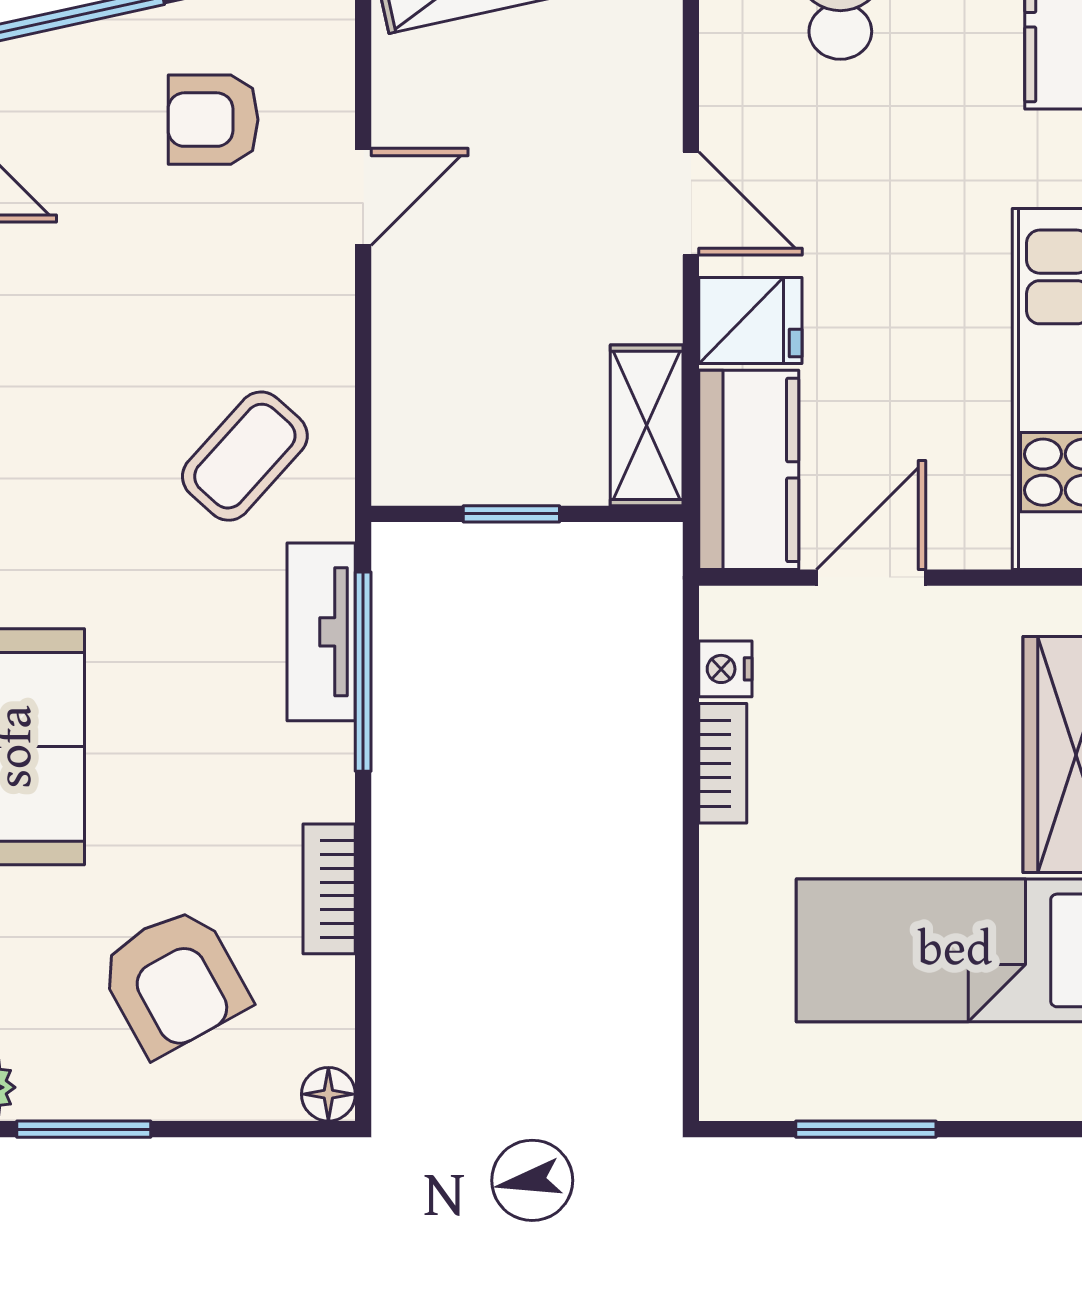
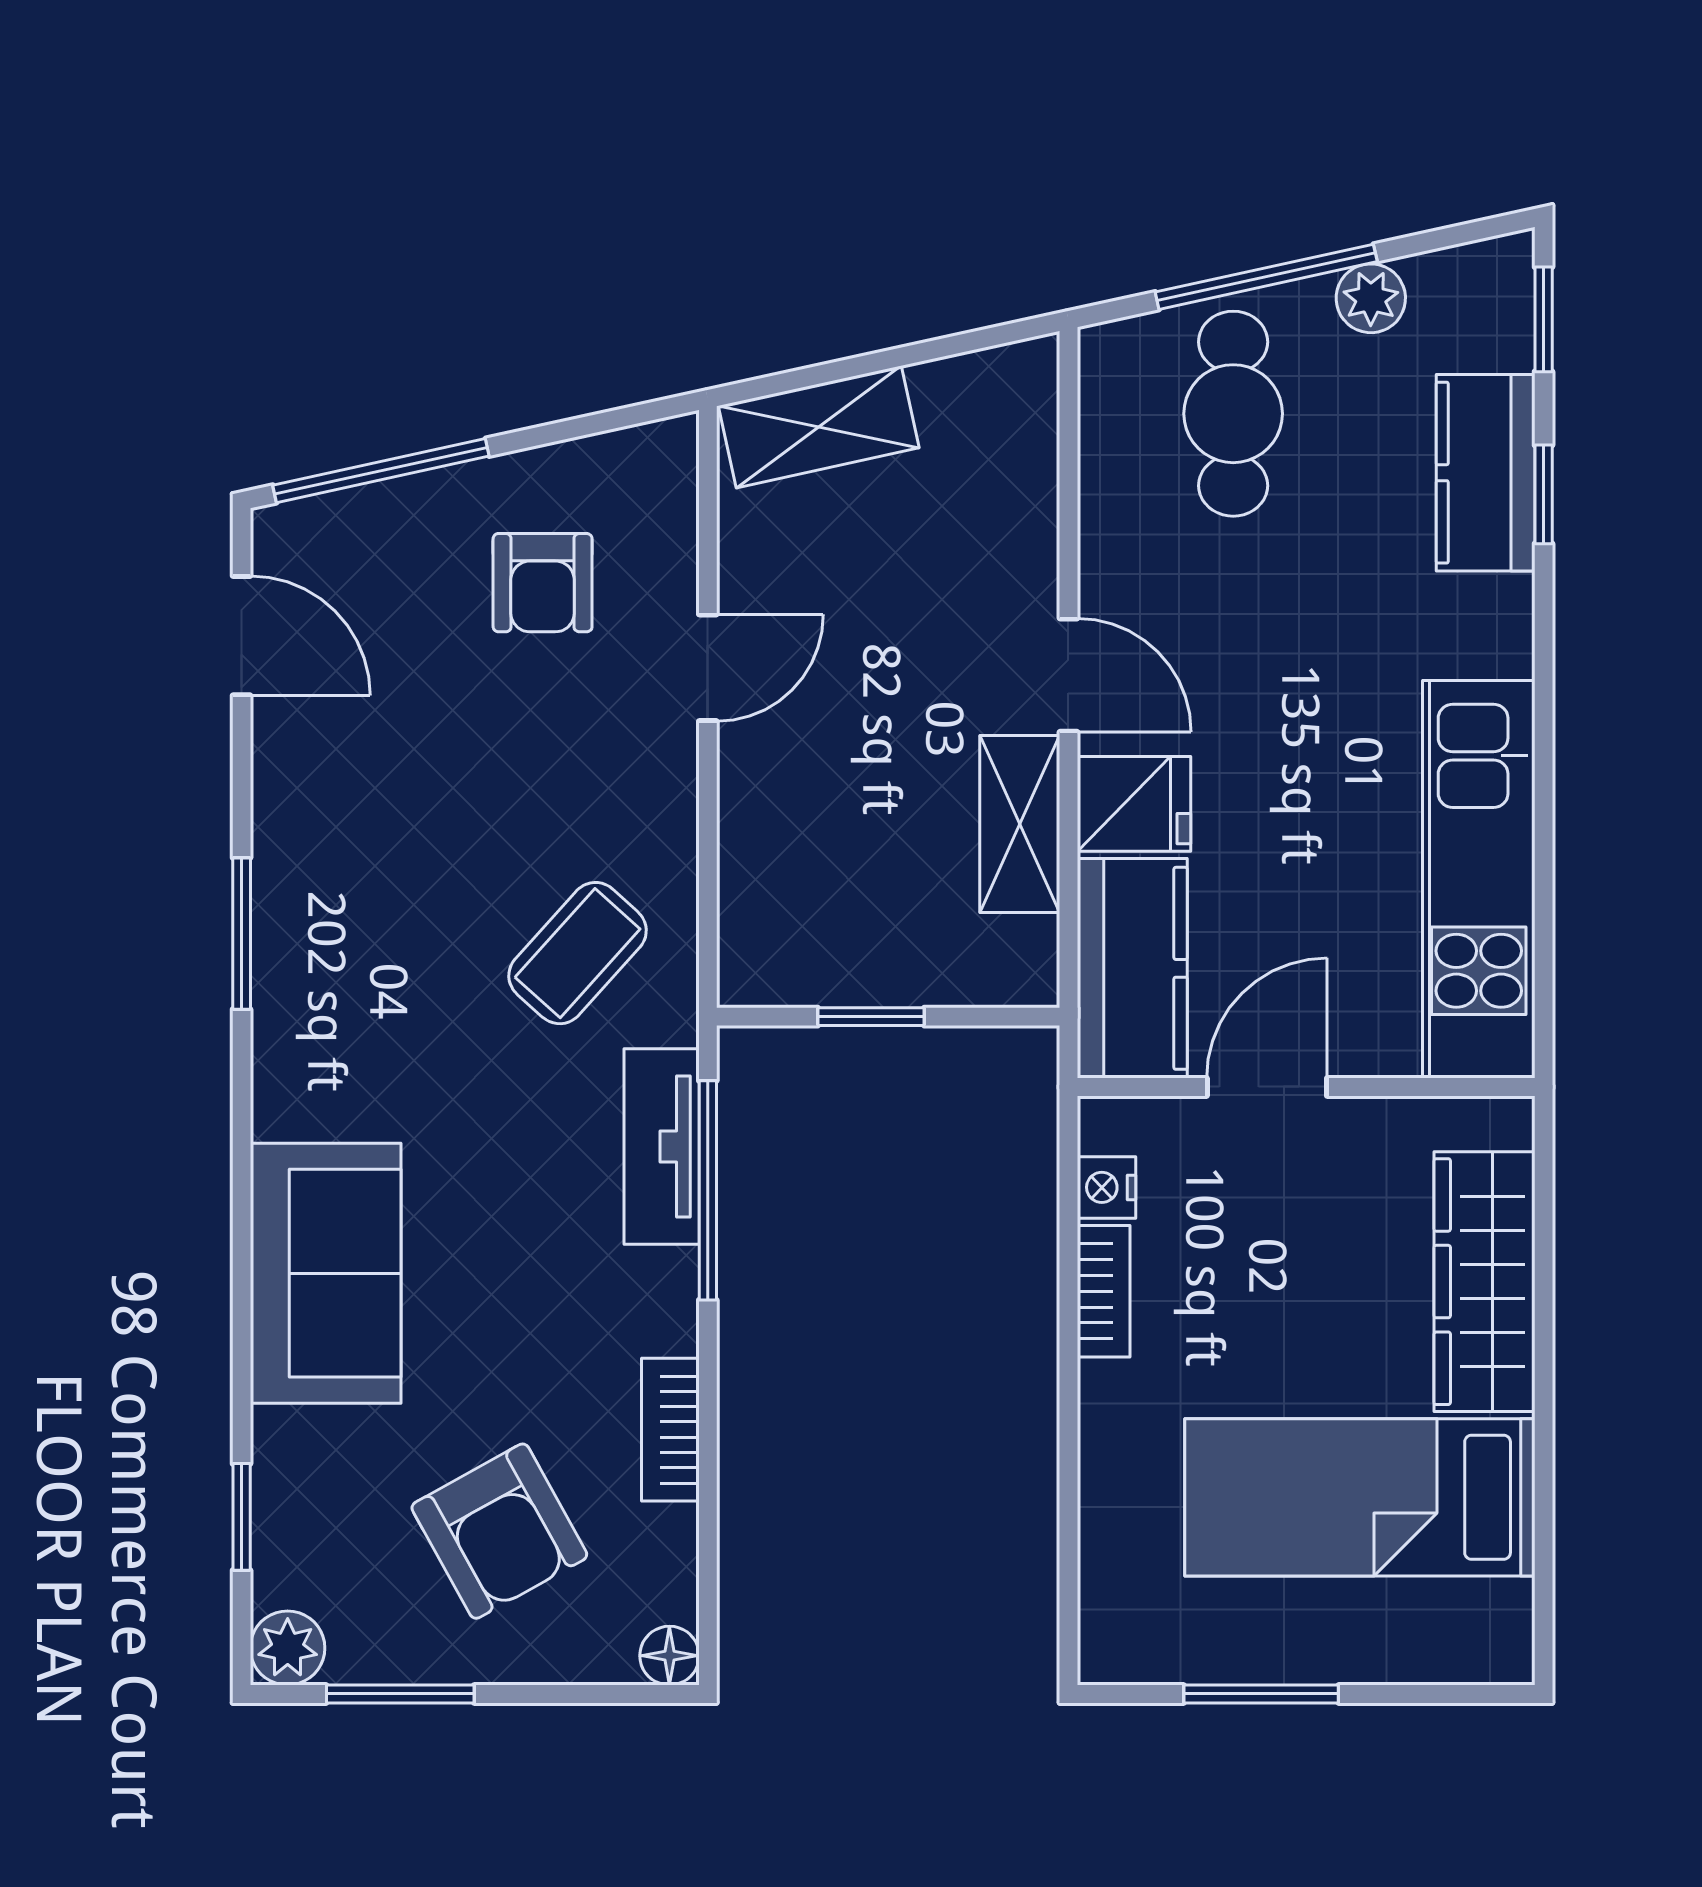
armchair: (213, 120) -> (543, 583), turned -90
shelving: (647, 425) -> (1020, 824), moved

